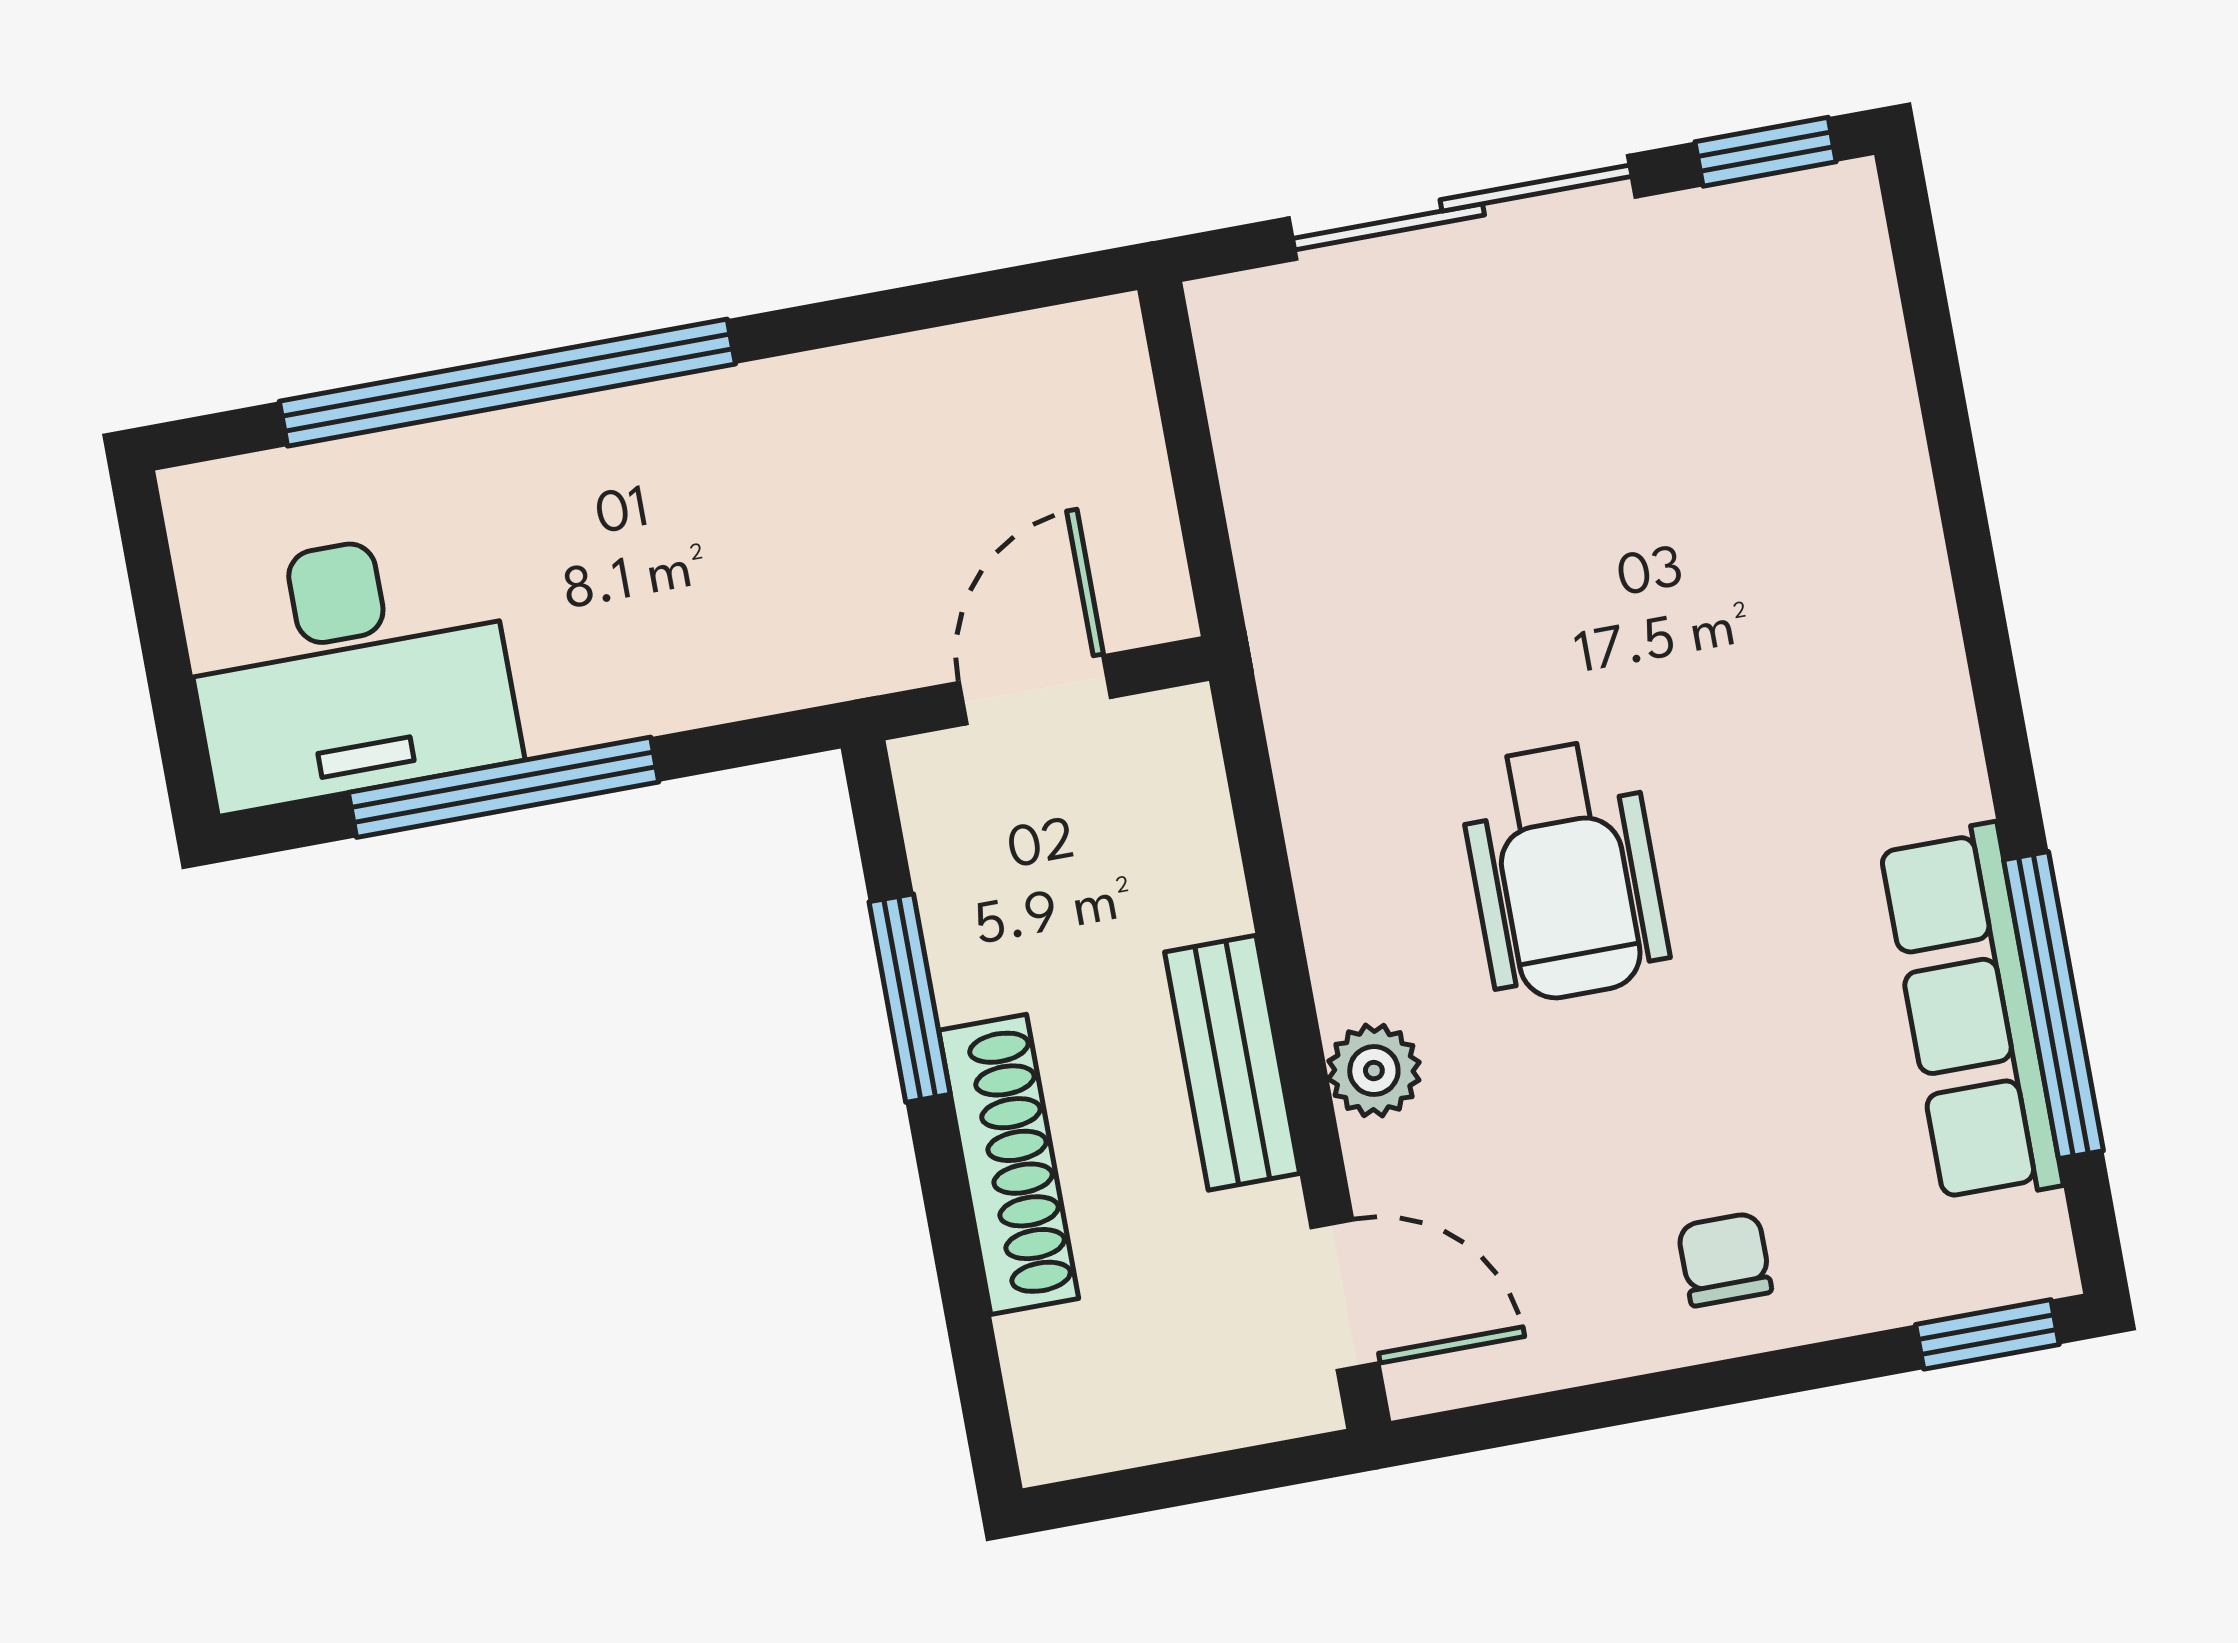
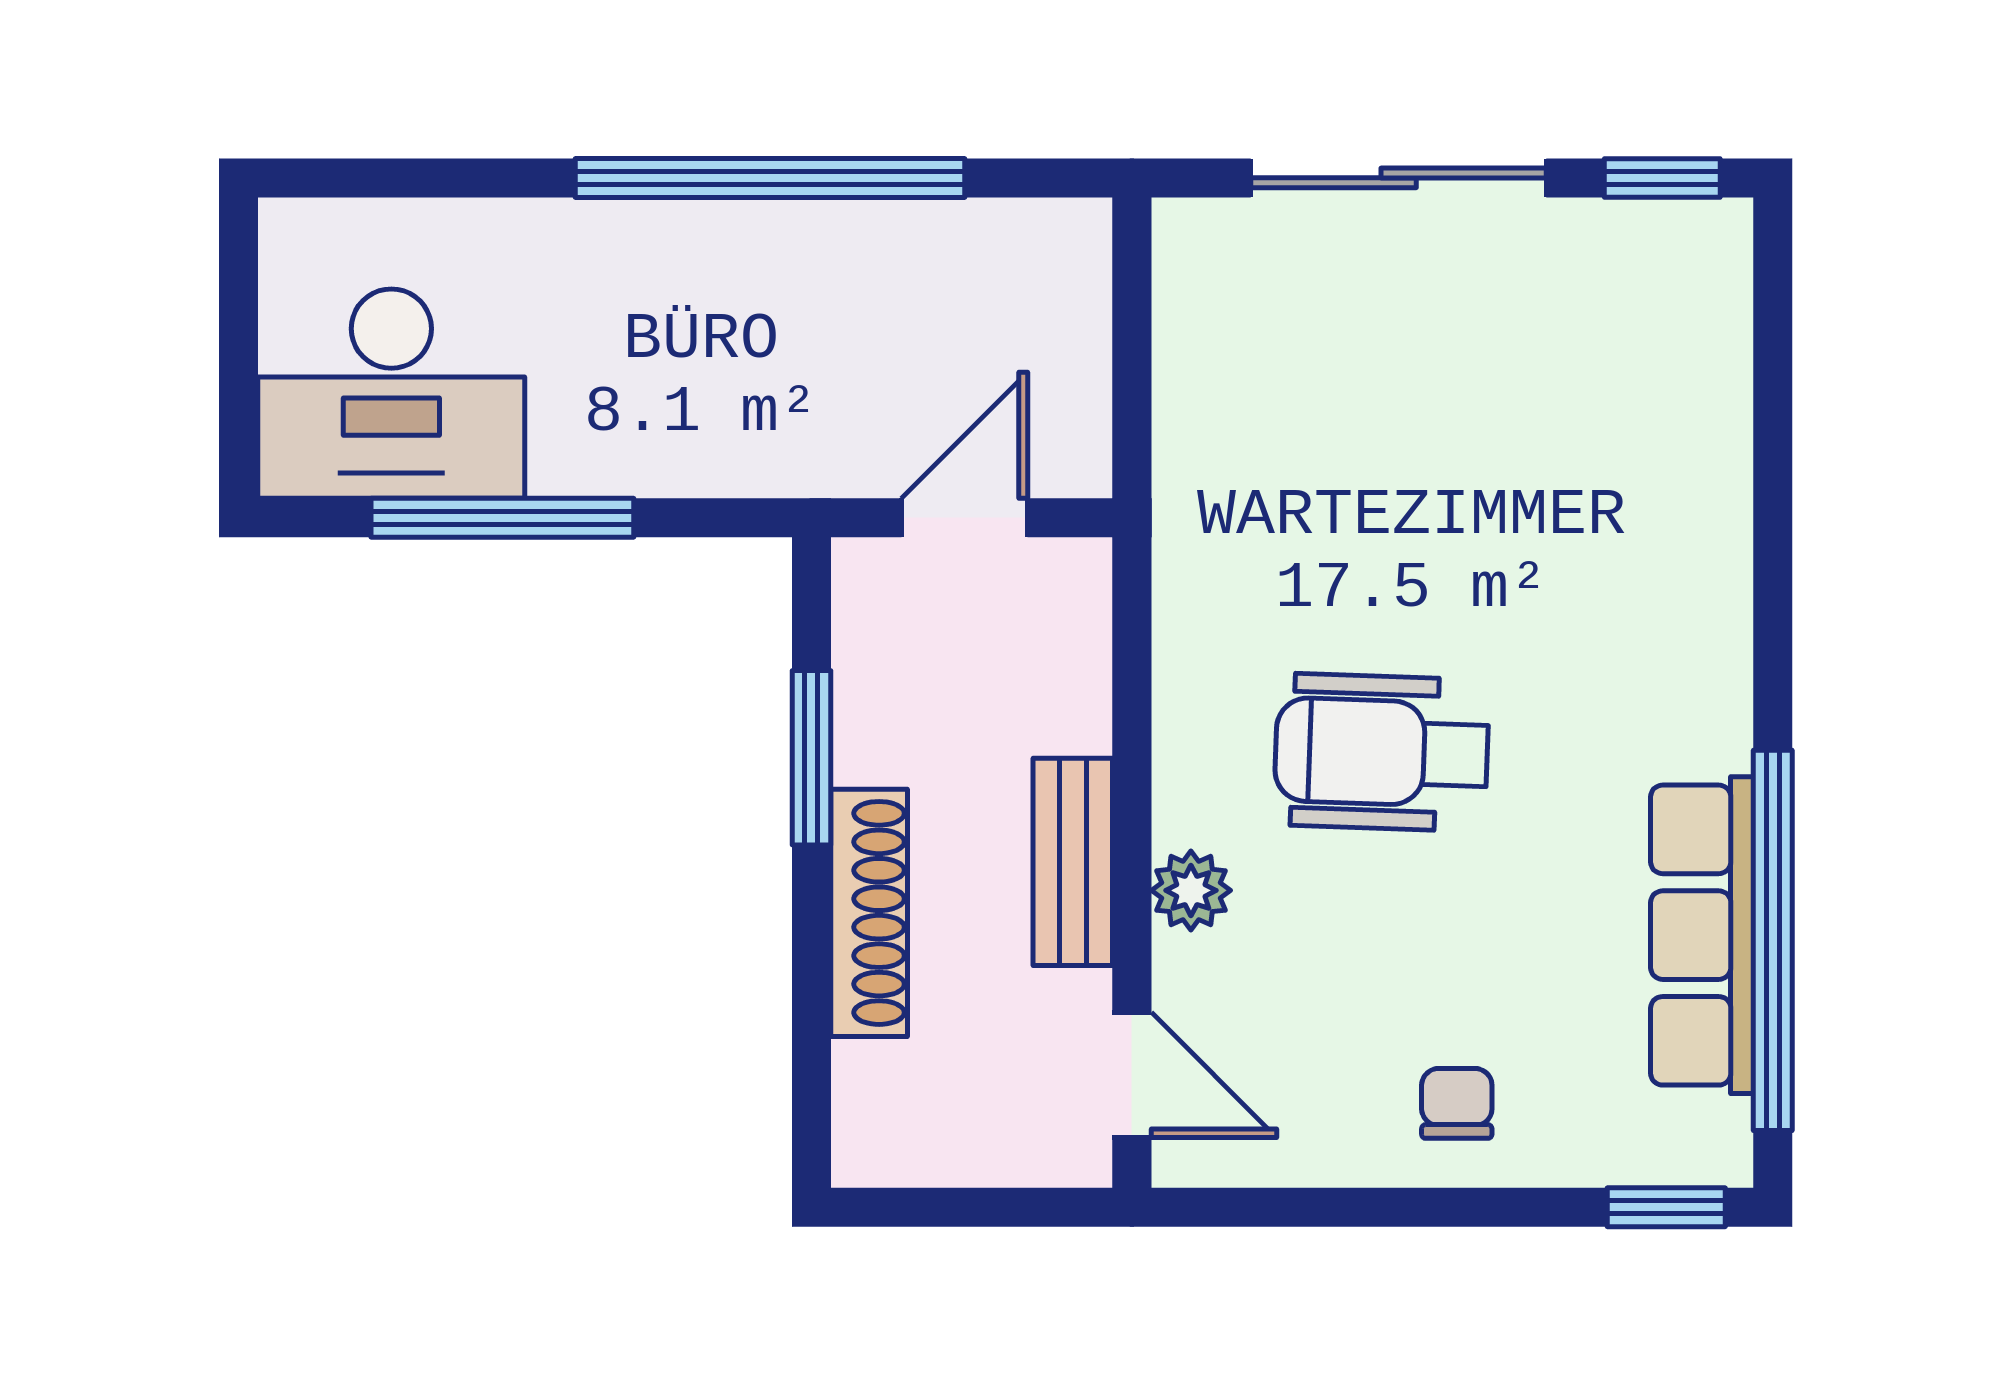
window: (507, 383) -> (770, 178), moved
wheelchair: (1564, 871) -> (1382, 752), turned 92
window: (2053, 1005) -> (1773, 940), width x1.46

